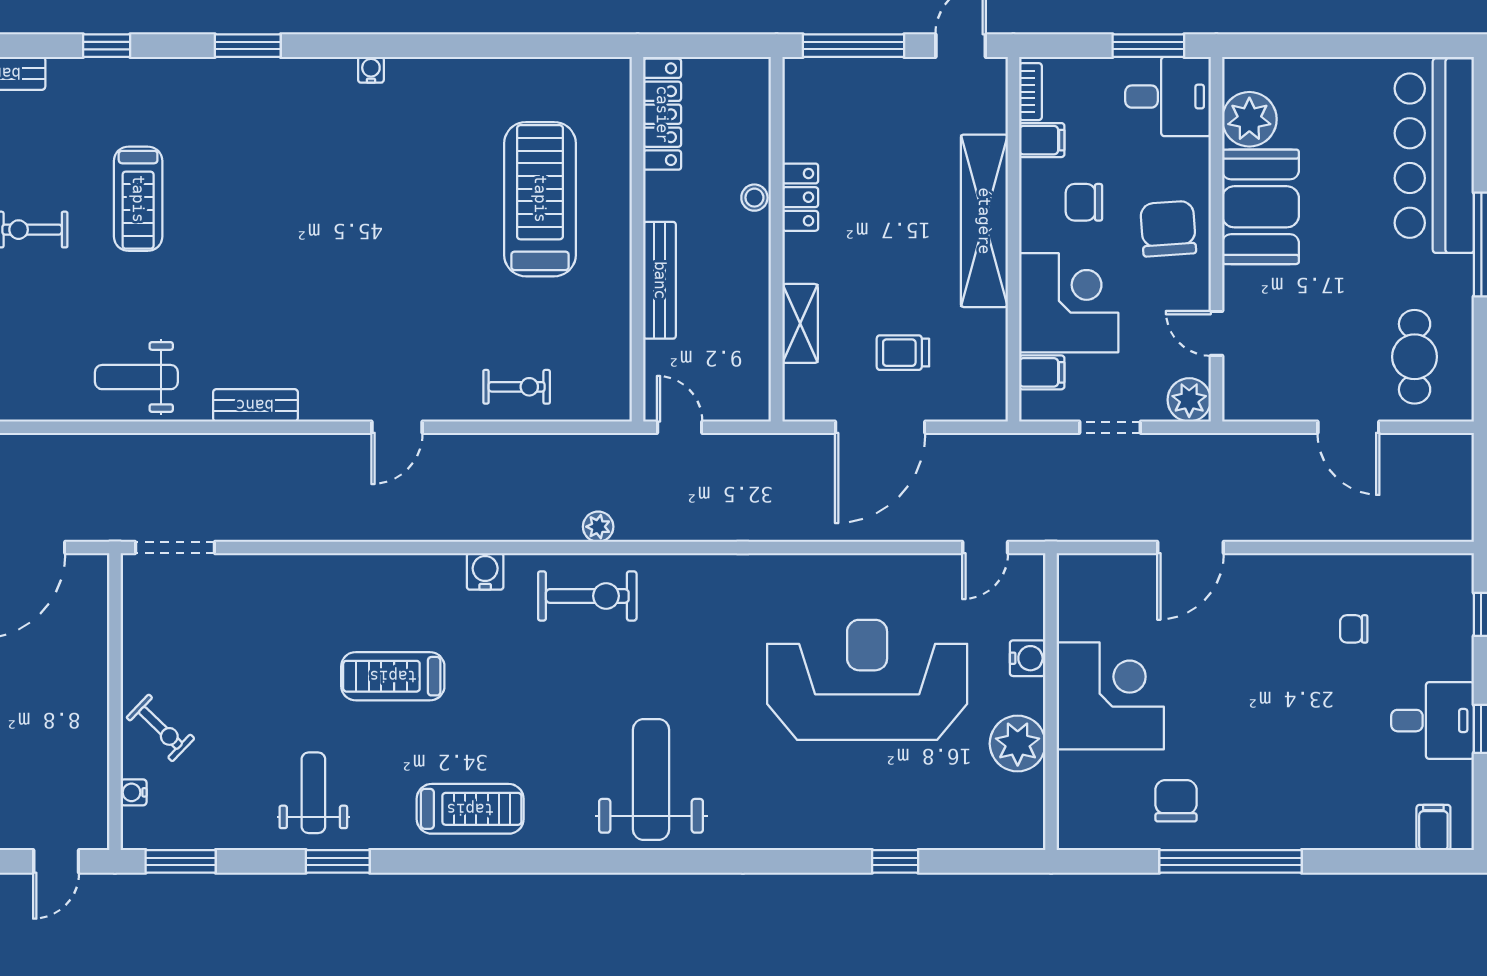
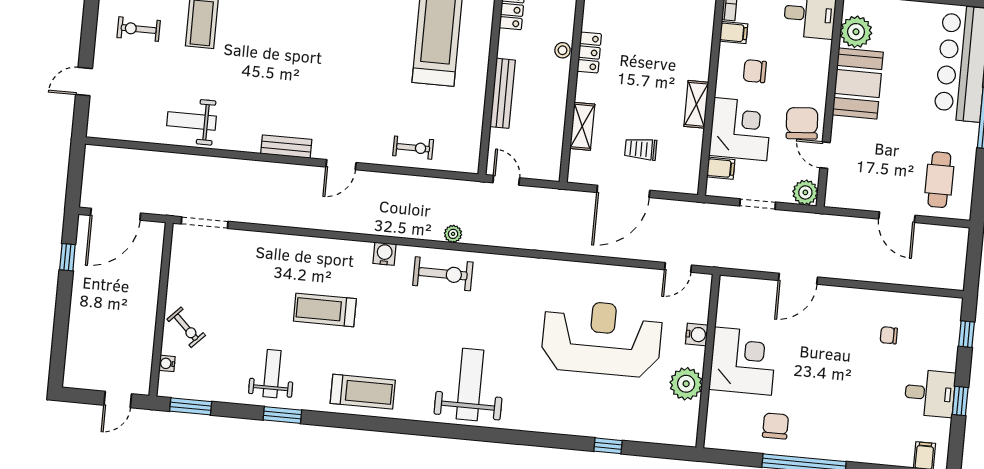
shelving: (984, 221) -> (696, 104), width x0.45, depth x0.75
chair: (1168, 229) -> (802, 123), moved
bench: (255, 405) -> (286, 147), moved

